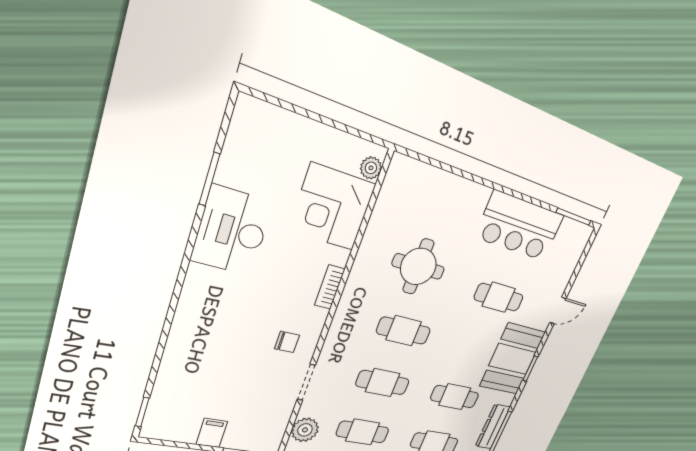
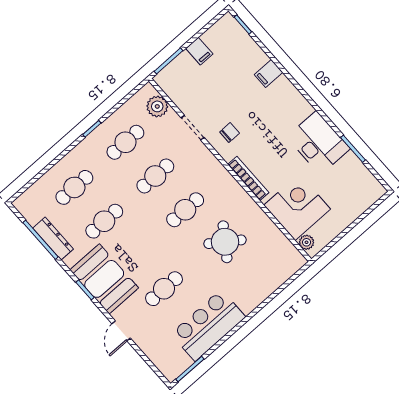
round table: (418, 267) -> (225, 242), turned 35
bookcase: (330, 287) -> (248, 178), width x1.56
chair: (287, 342) -> (230, 132), turned 180
filing cabinet: (183, 346) -> (268, 73), added

